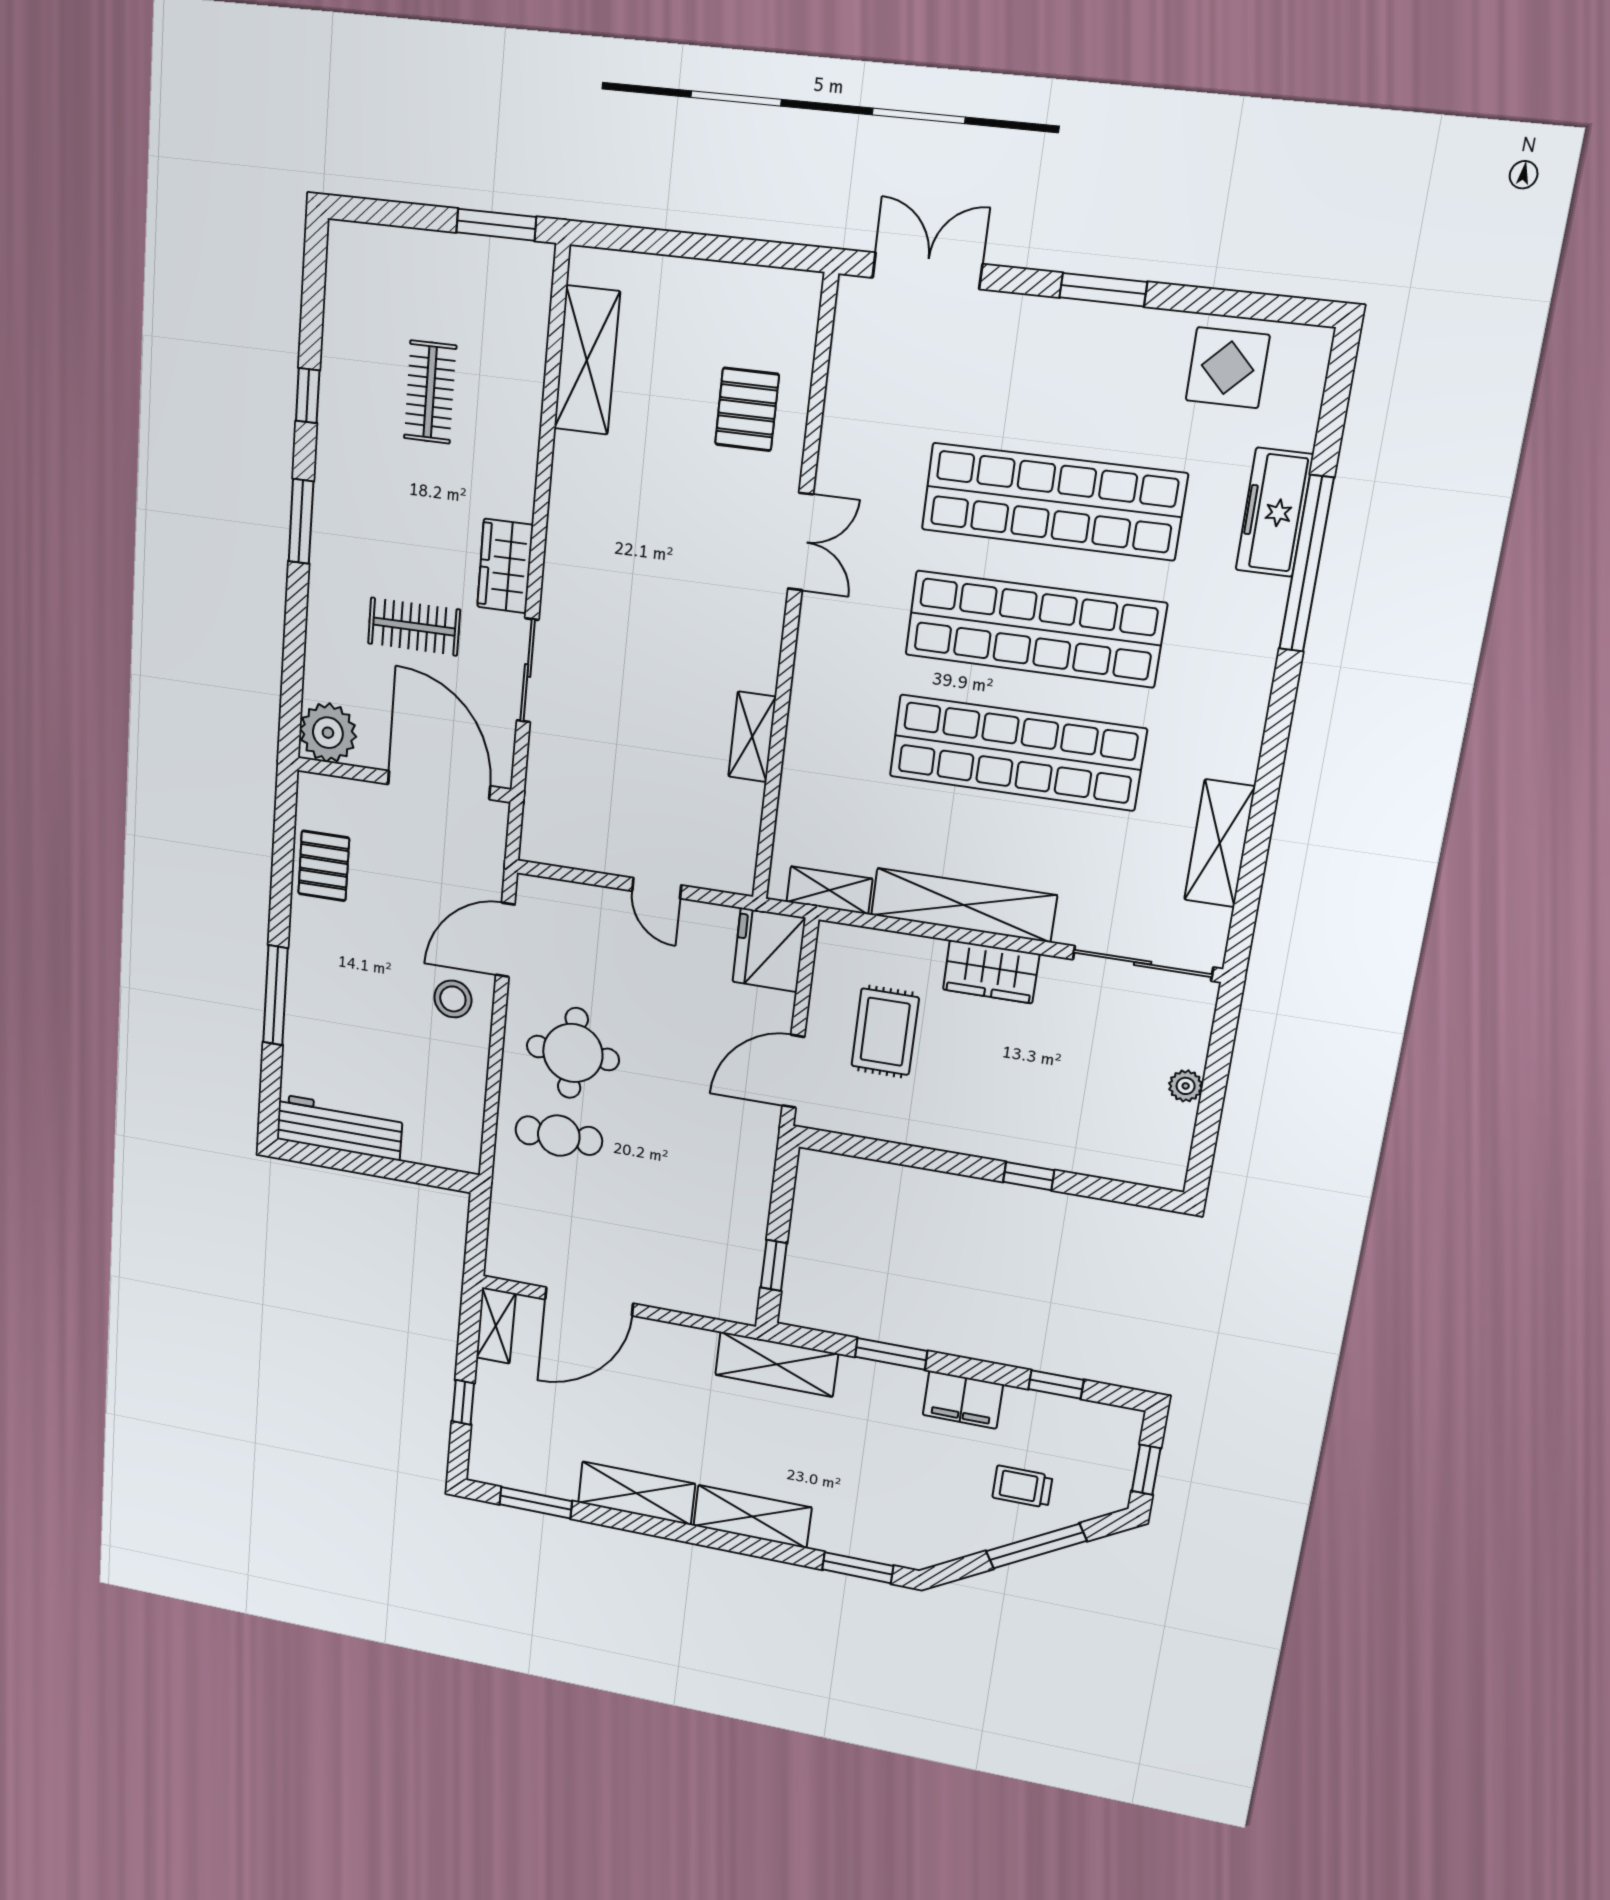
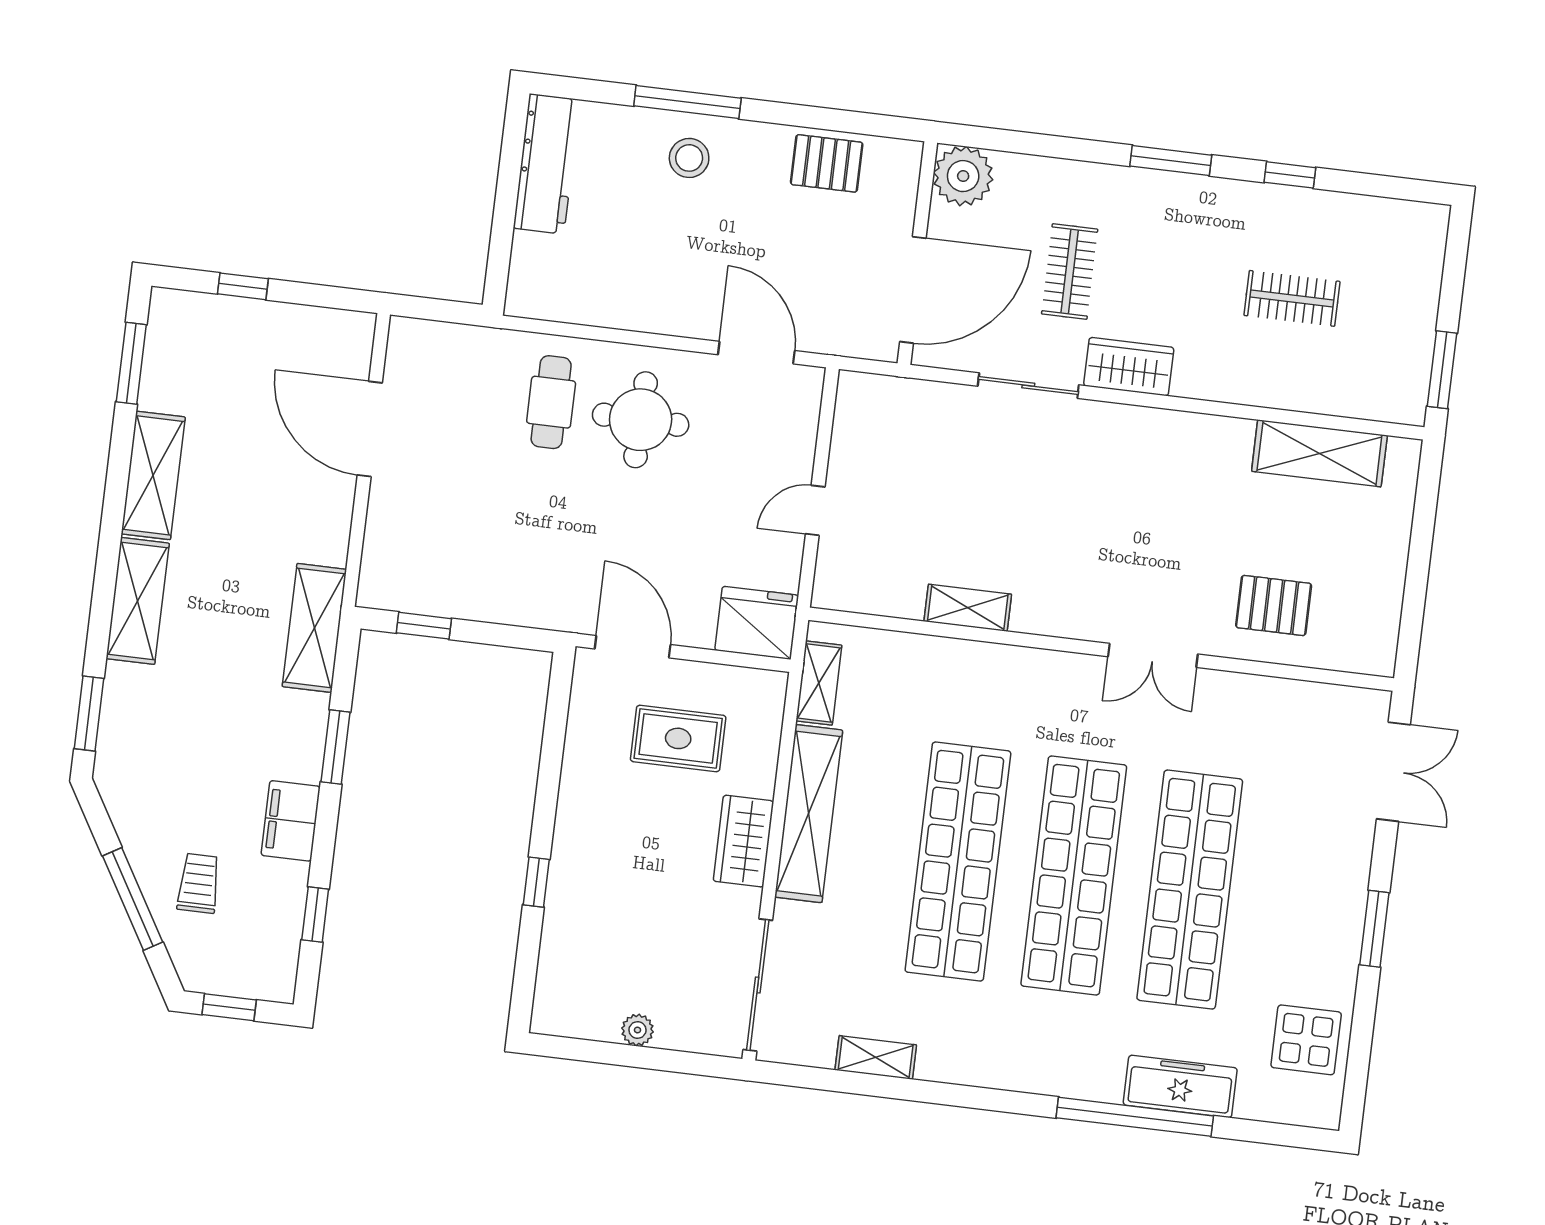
shelving: (1220, 843) -> (876, 1057), width x0.67, depth x0.75
stool: (453, 999) -> (689, 158), moved
shelving: (496, 1326) -> (335, 326), removed

